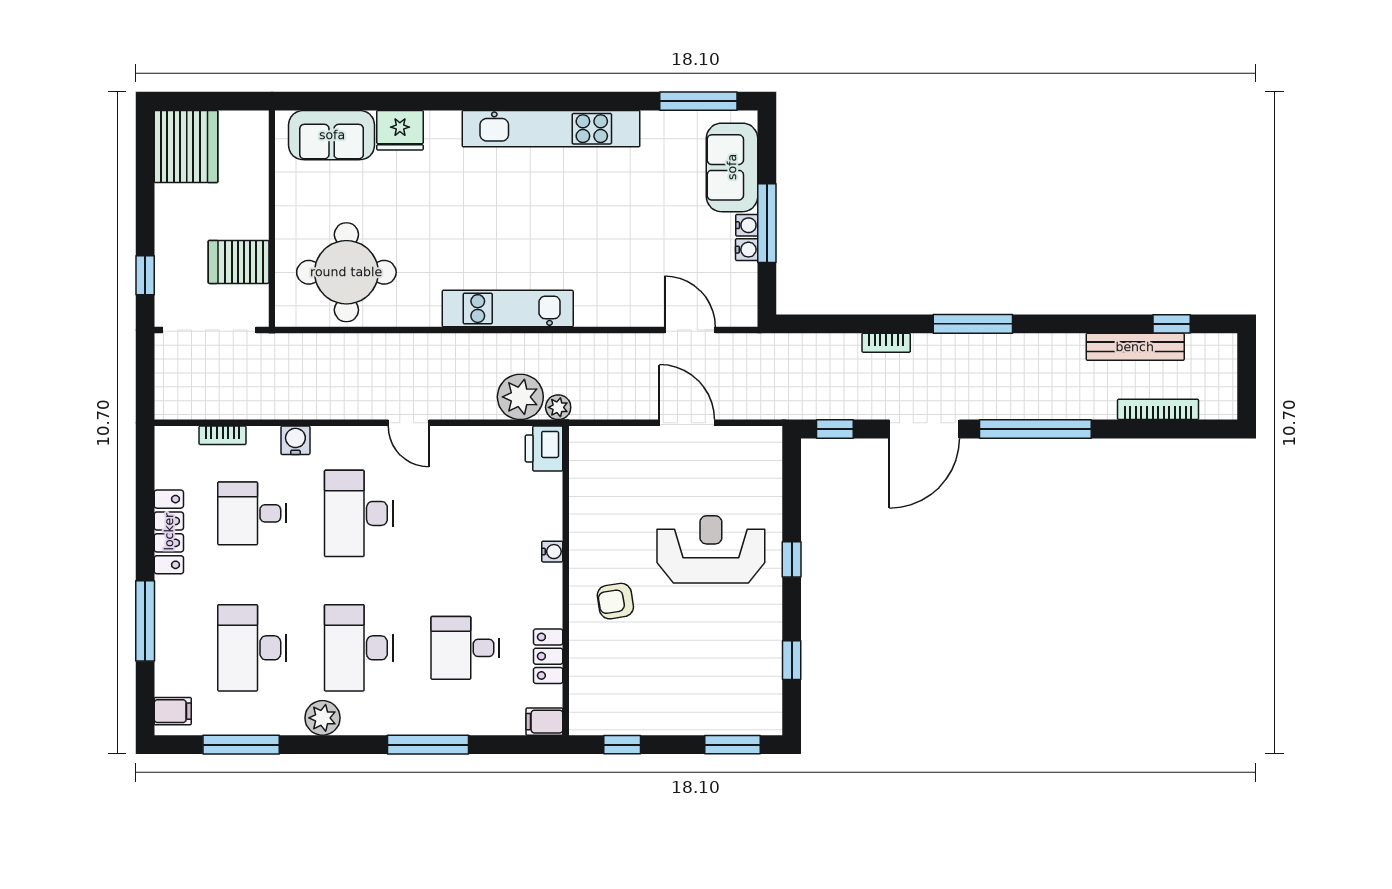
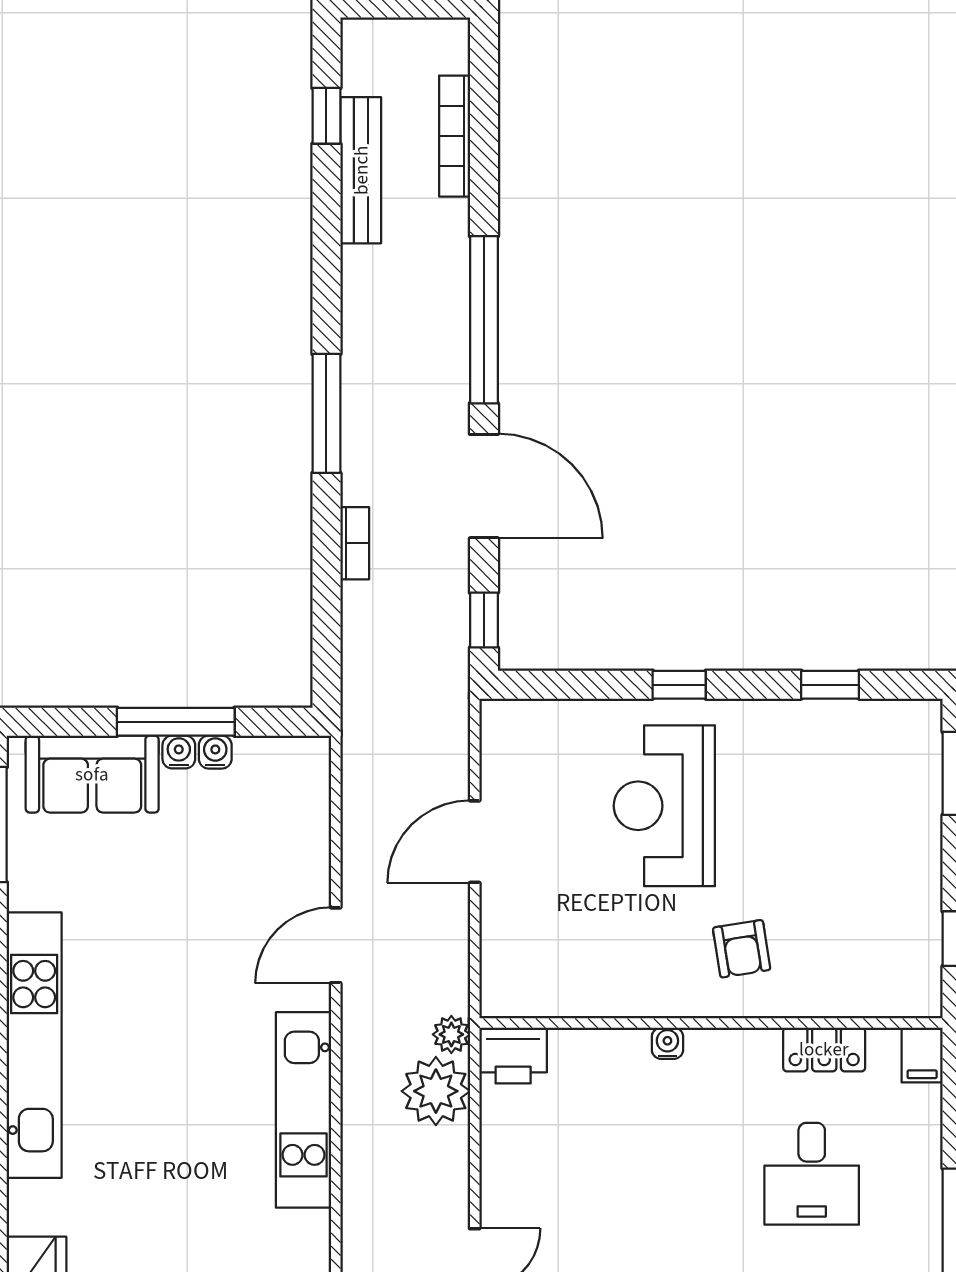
door: (690, 330) -> (336, 945), moved

